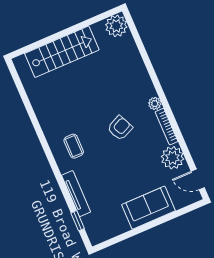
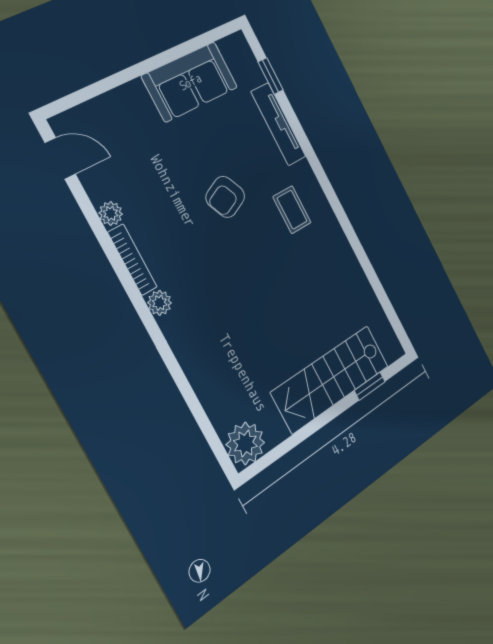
window: (38, 44) -> (370, 386), added
armchair: (120, 128) -> (225, 197), moved
plant: (173, 158) -> (111, 213), width x0.53, depth x0.53
sofa: (148, 208) -> (190, 82), moved

